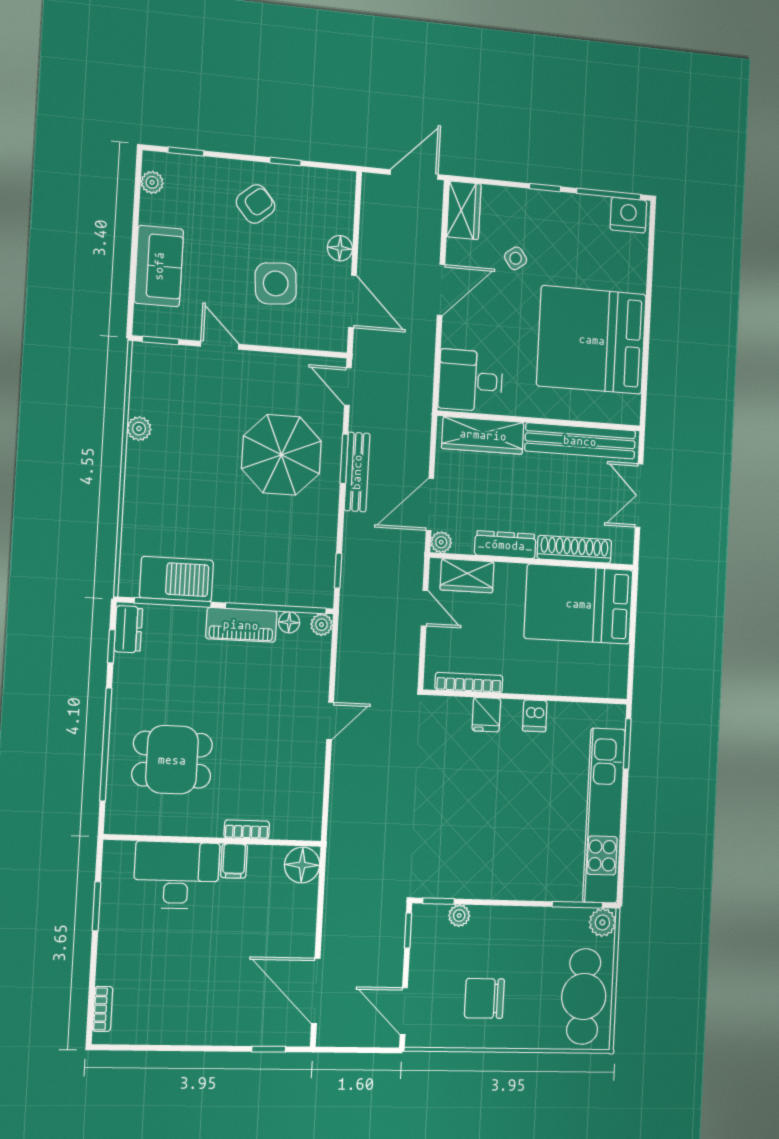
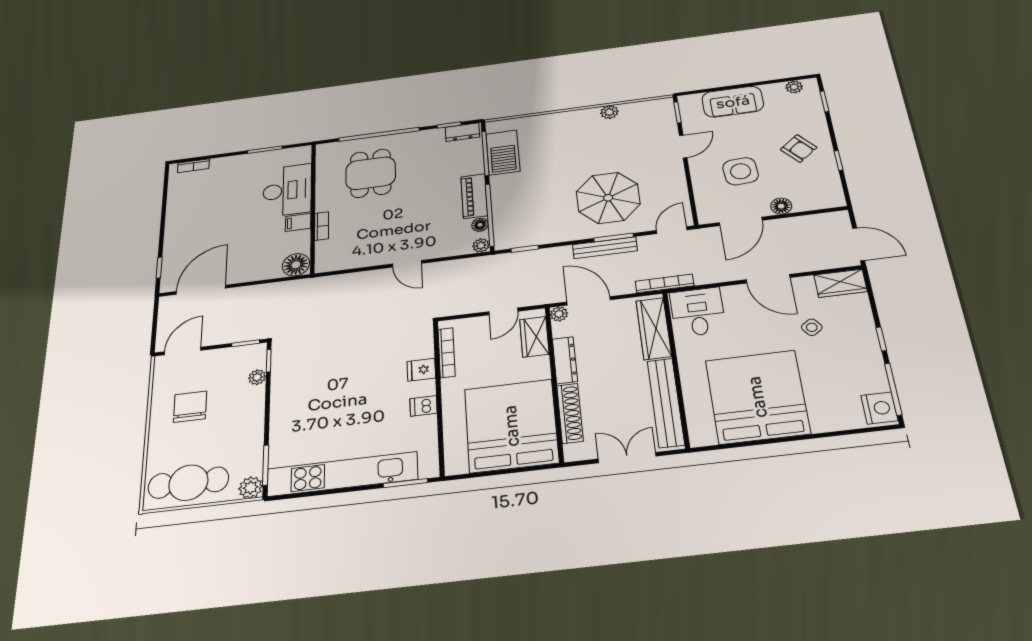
bookcase: (423, 411) -> (665, 283), added
bed: (579, 604) -> (511, 426), width x1.36

